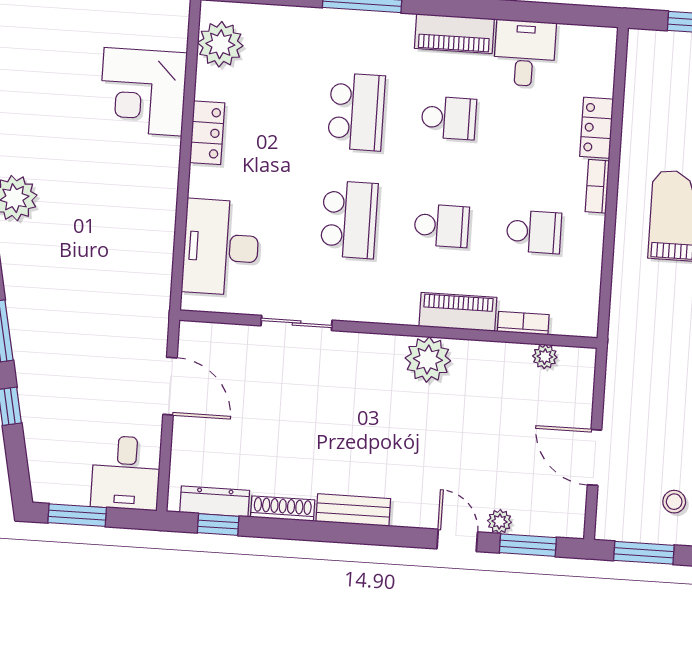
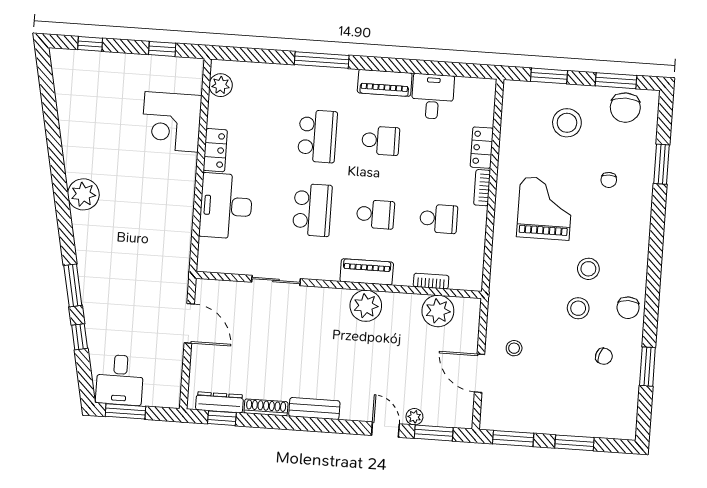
plant: (220, 44) -> (221, 85), width x0.73, depth x0.73
desk: (221, 247) -> (226, 206), moved
piano: (458, 312) -> (367, 272), moved
plant: (545, 357) -> (438, 311), width x1.88, depth x1.88
desk: (126, 473) -> (120, 380), moved
stool: (674, 502) -> (514, 348), moved

